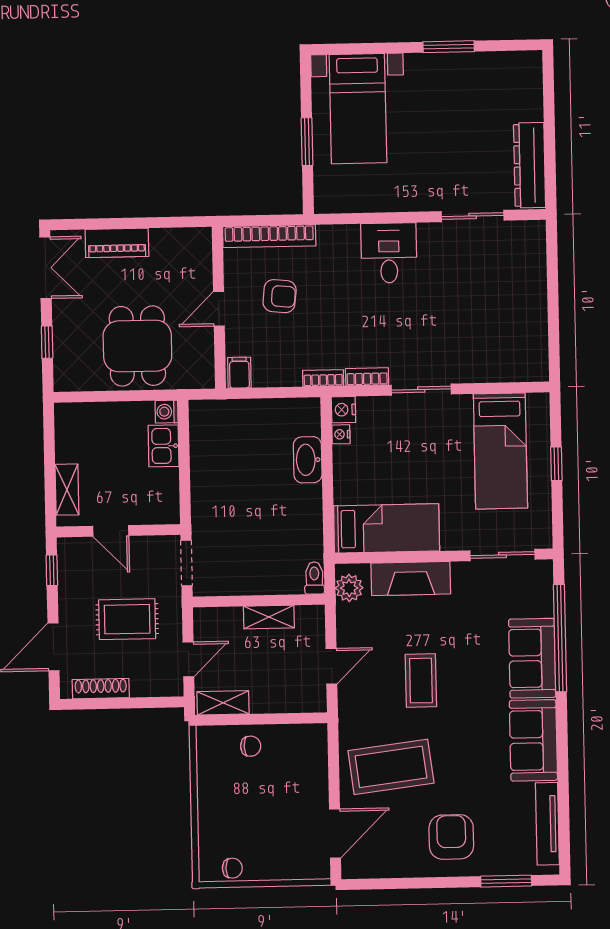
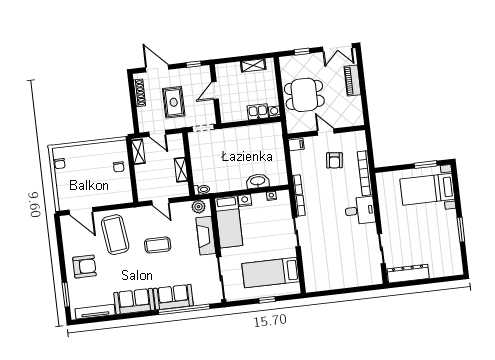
window: (307, 142) -> (426, 165), moved
bookcase: (269, 236) -> (365, 173), moved
nightstand: (343, 410) -> (245, 200), moved
shelving: (67, 490) -> (253, 65), moved
sliding door: (502, 555) -> (221, 278), width x1.37

